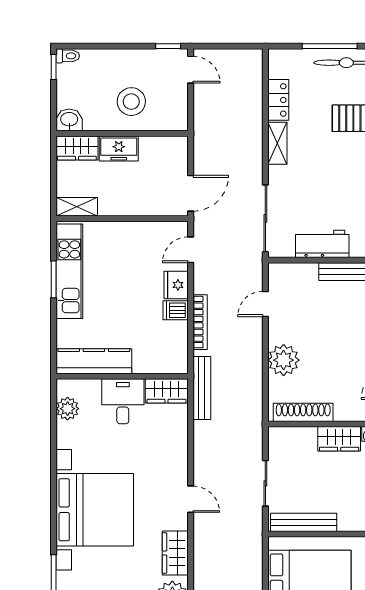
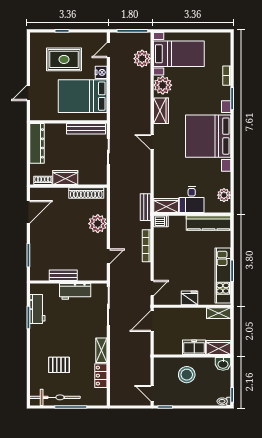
fridge: (176, 285) -> (189, 298), moved, turned -90
dishwasher: (176, 310) -> (161, 221), moved
bench: (202, 388) -> (145, 207), width x0.73

